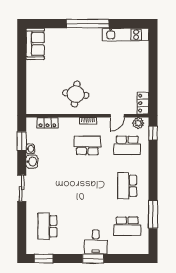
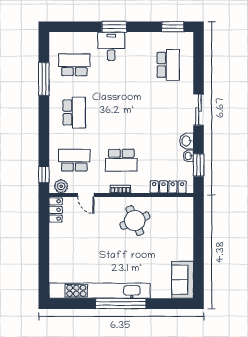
kitchen unit: (125, 35) -> (100, 291), width x1.86
round table: (76, 94) -> (135, 221), turned -30
door: (117, 116) -> (86, 195), swing flipped
locker: (47, 123) -> (168, 187), width x1.53

